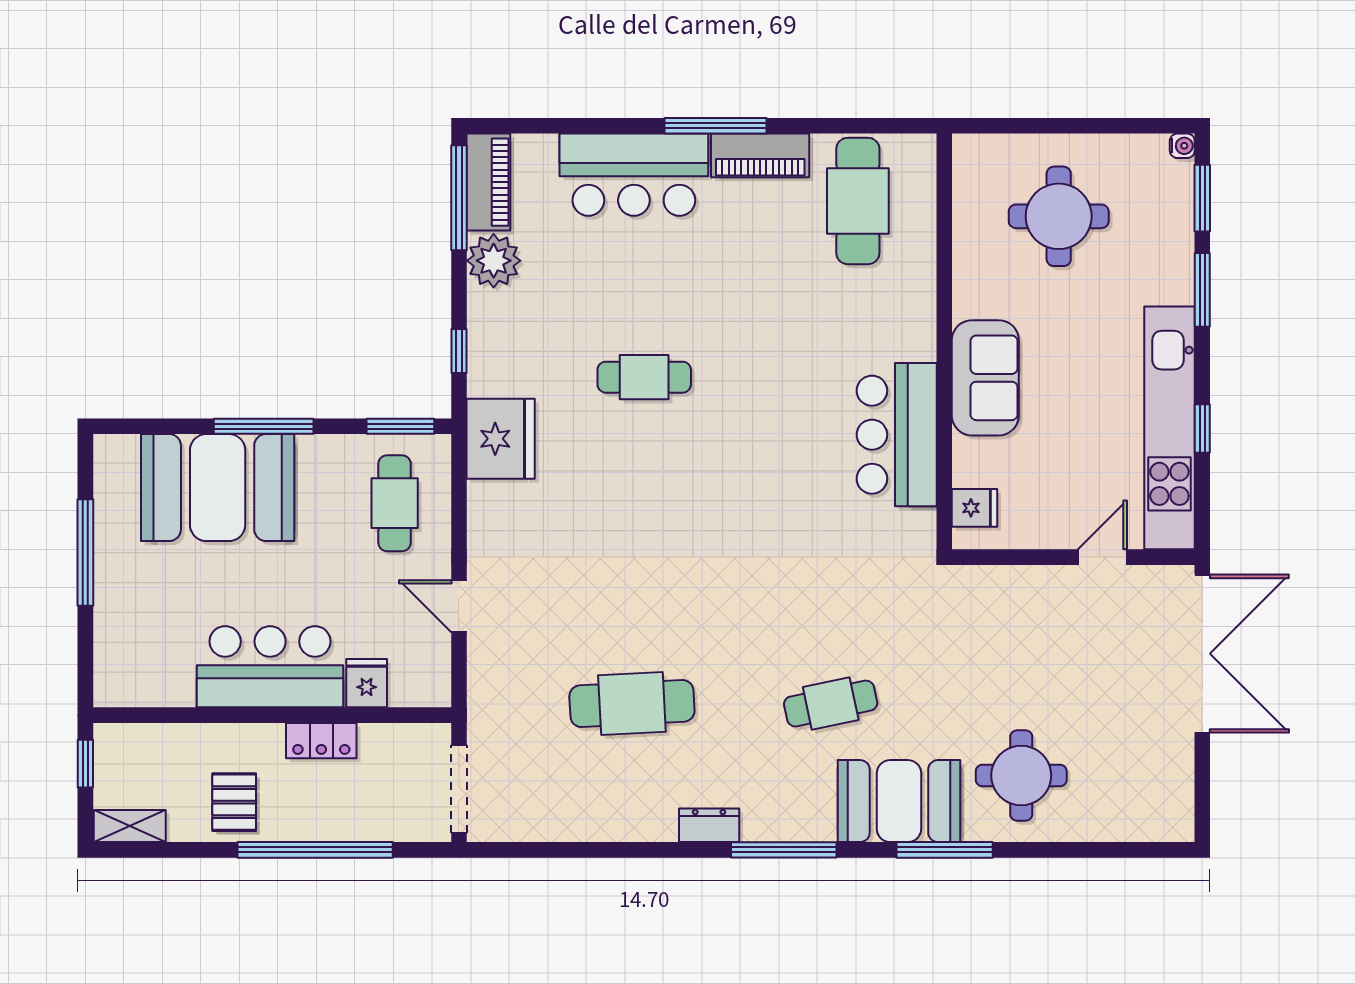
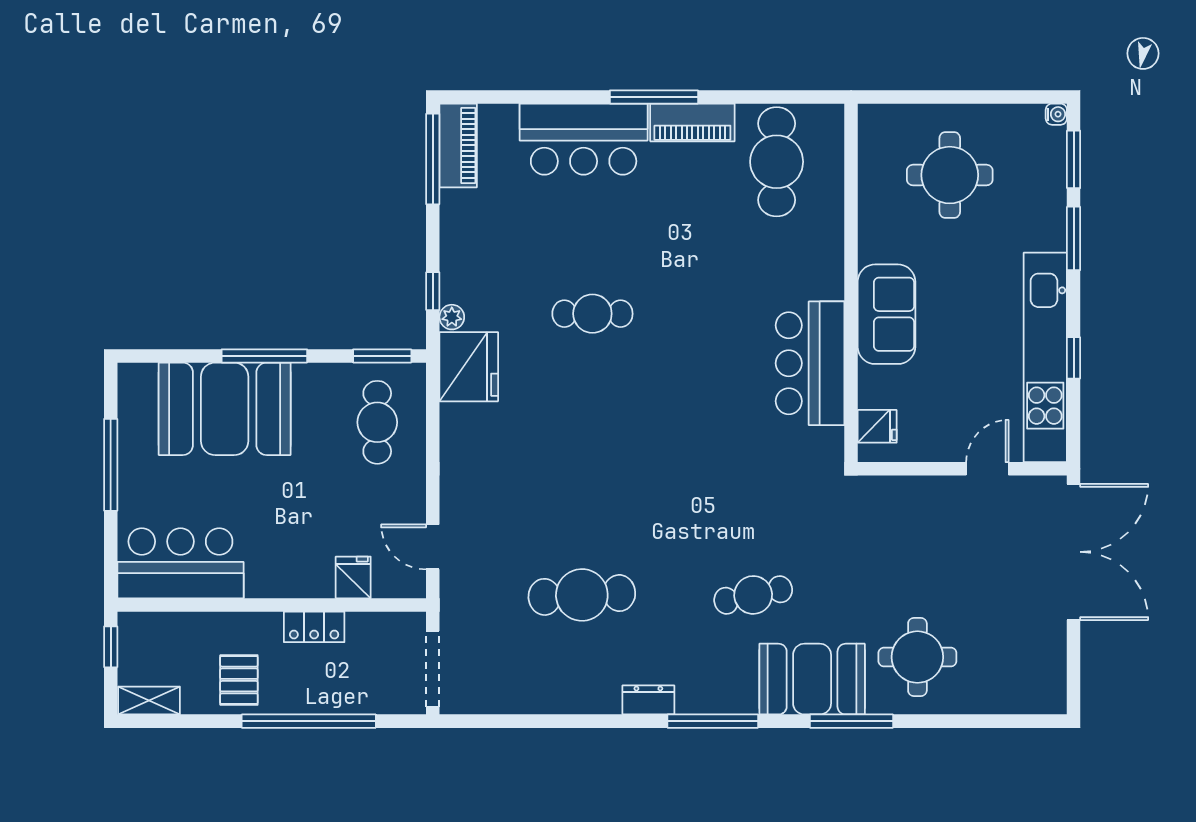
plant: (494, 261) -> (452, 317), moved, width x0.53, depth x0.53
door: (459, 606) -> (433, 547), moved
bar counter: (270, 667) -> (180, 563), moved

